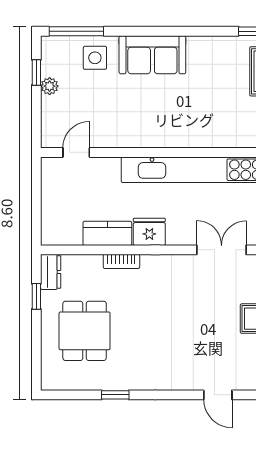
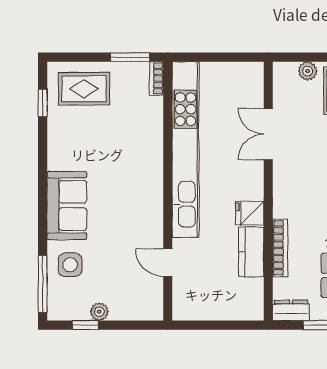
door: (76, 152) -> (168, 262), moved
fridge: (149, 232) -> (250, 213), width x0.72
bookcase: (121, 261) -> (280, 248), width x1.56

